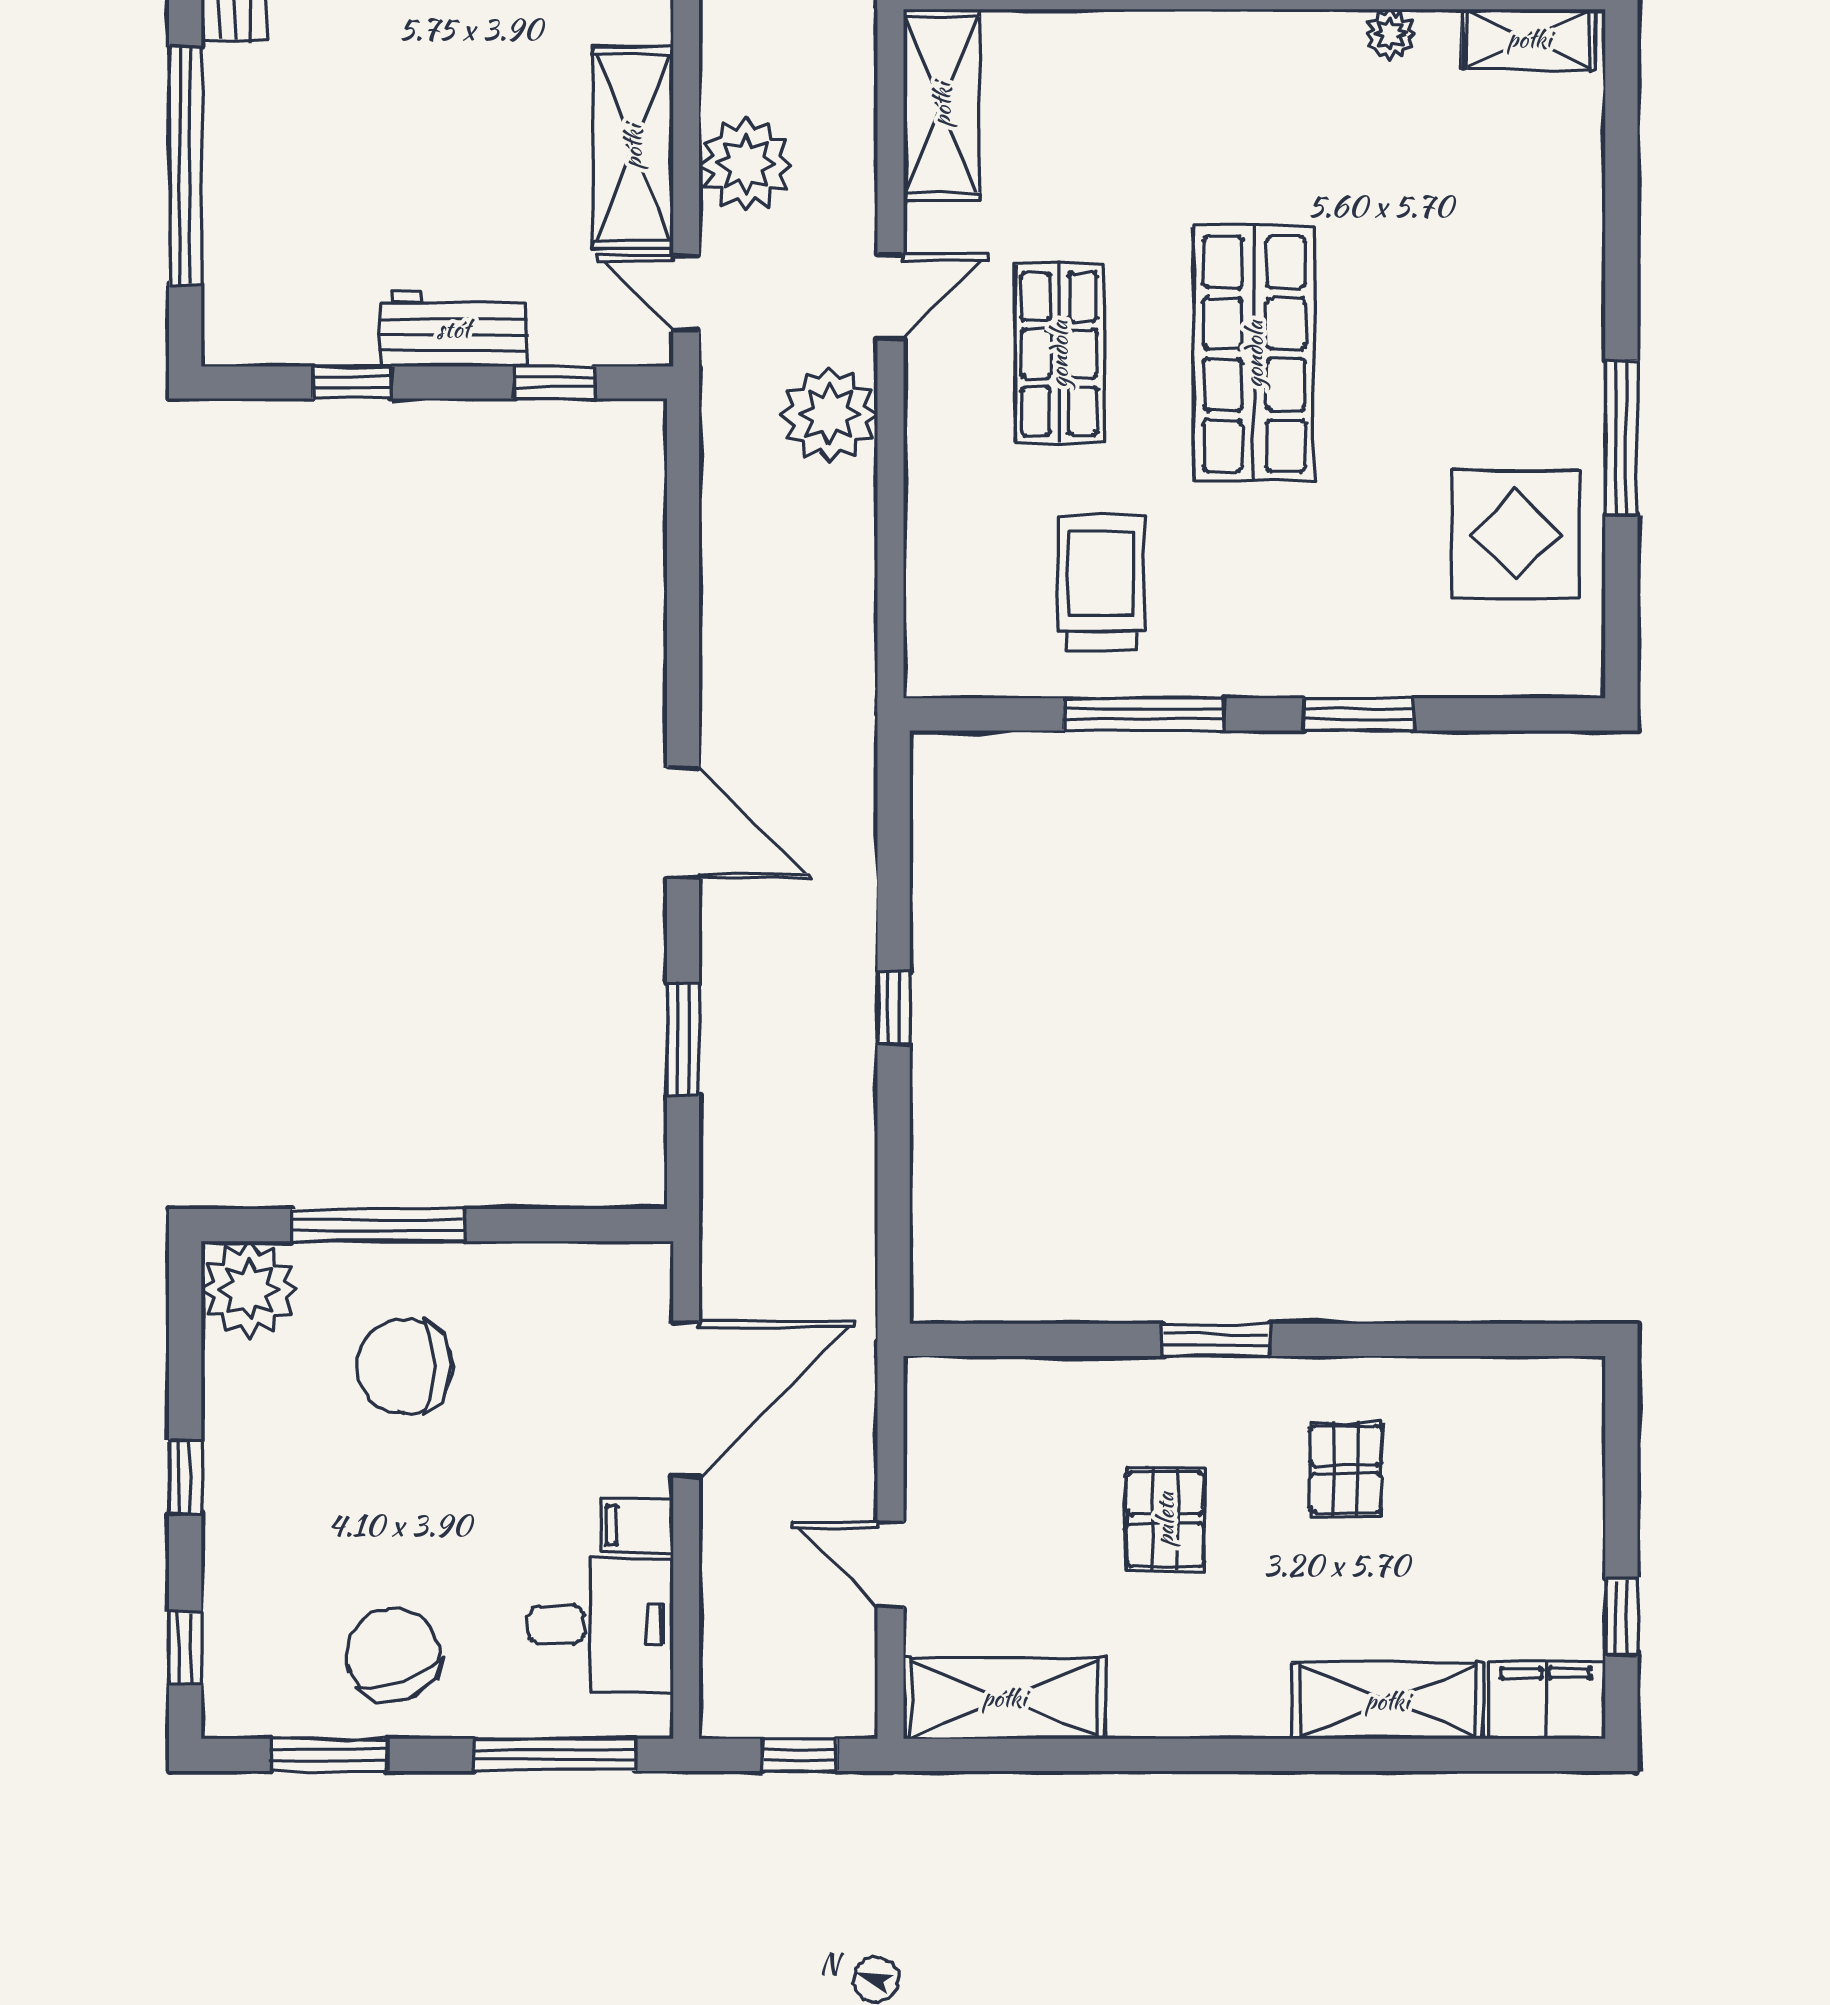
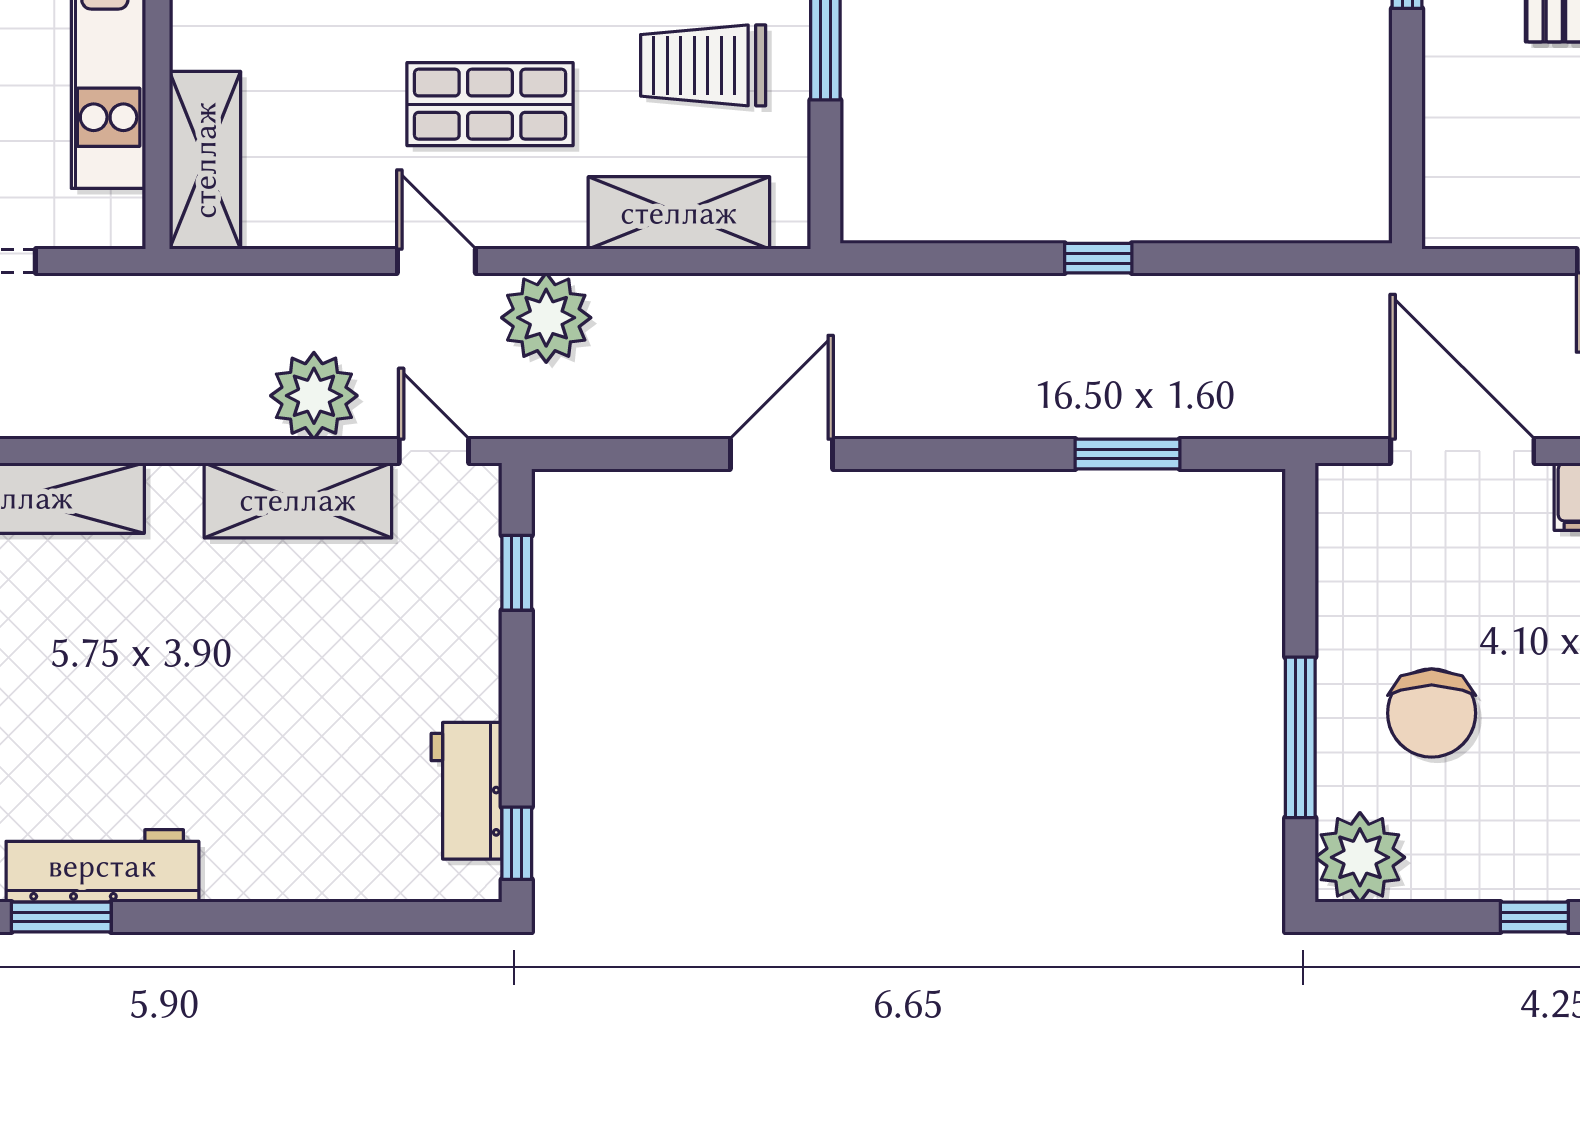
shelving: (942, 105) -> (205, 160), moved, turned 90
window: (185, 166) -> (316, 917), removed
door: (686, 293) -> (434, 451), swing flipped
workbench: (453, 329) -> (467, 791), moved
window: (352, 382) -> (517, 843), moved
shelving: (942, 557) -> (679, 213), added
door: (683, 823) -> (781, 454), moved

